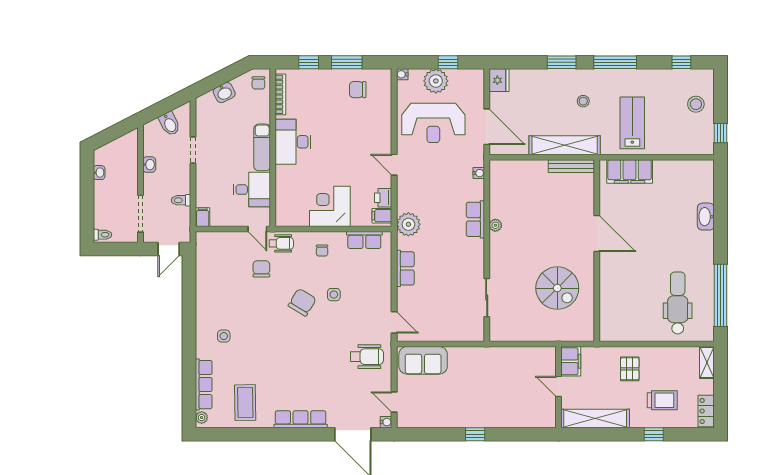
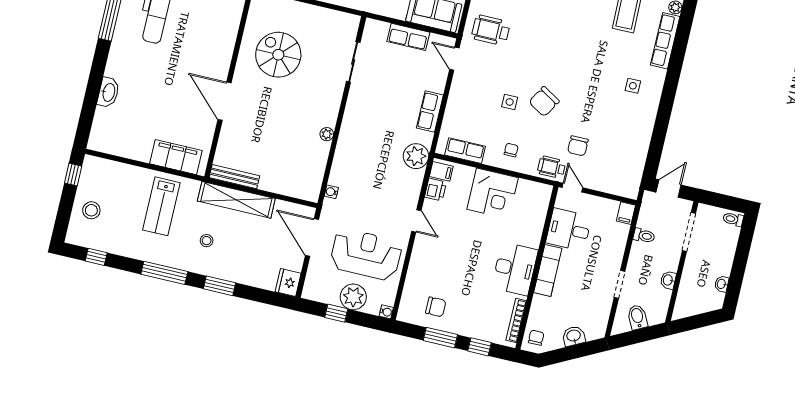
row of seats: (475, 219) -> (408, 37), moved, turned 90

